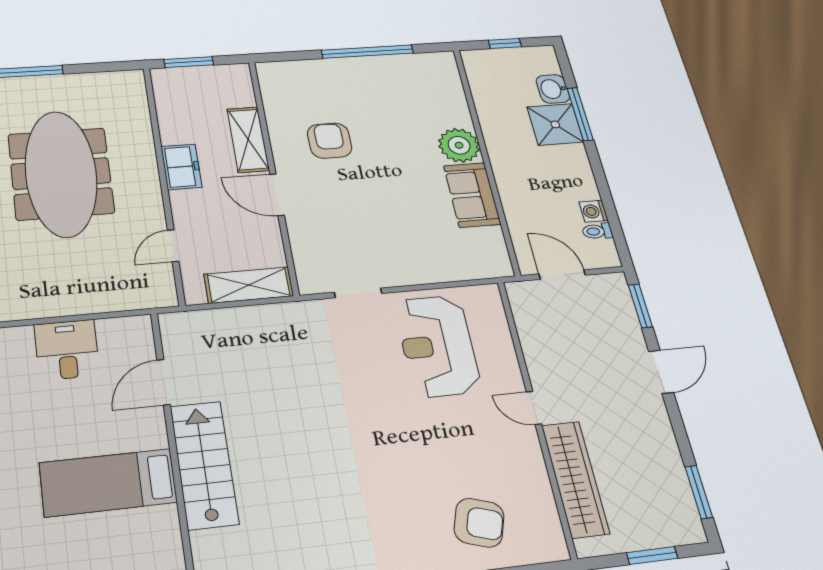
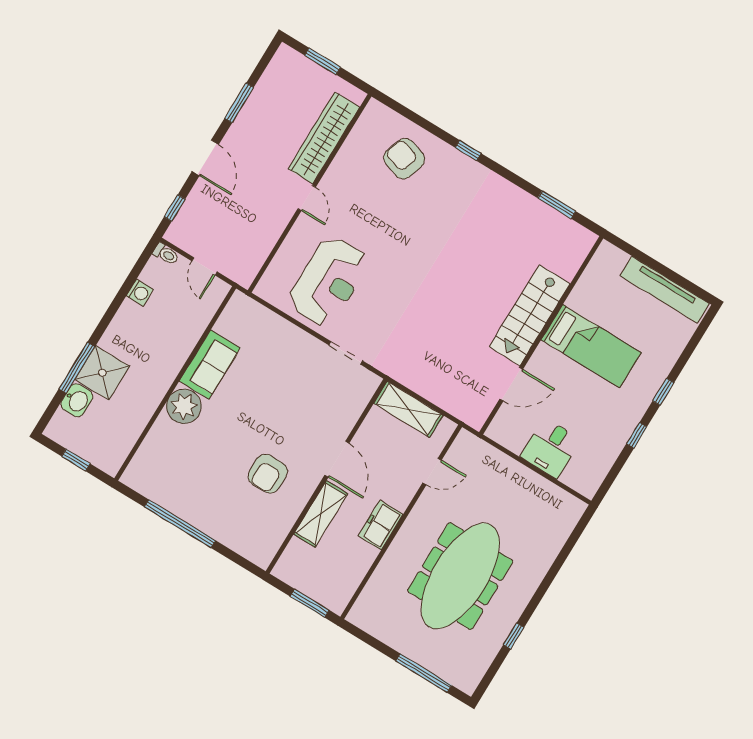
toilet: (597, 231) -> (166, 254), moved
door: (562, 275) -> (204, 266), width x0.73
window: (640, 306) -> (175, 208), width x0.67
door: (661, 372) -> (205, 158), swing flipped
window: (699, 492) -> (239, 103), moved

